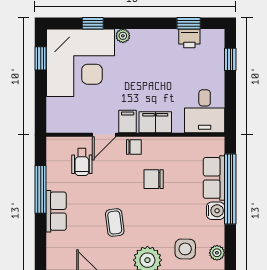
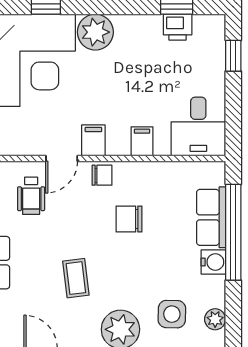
plant: (123, 36) -> (95, 32), width x1.87, depth x1.87
filing cabinet: (155, 122) -> (142, 141), width x0.50

